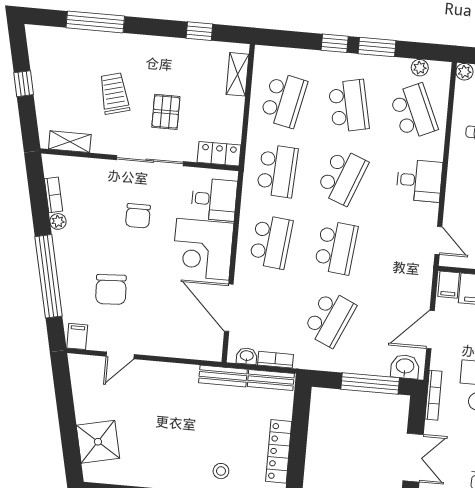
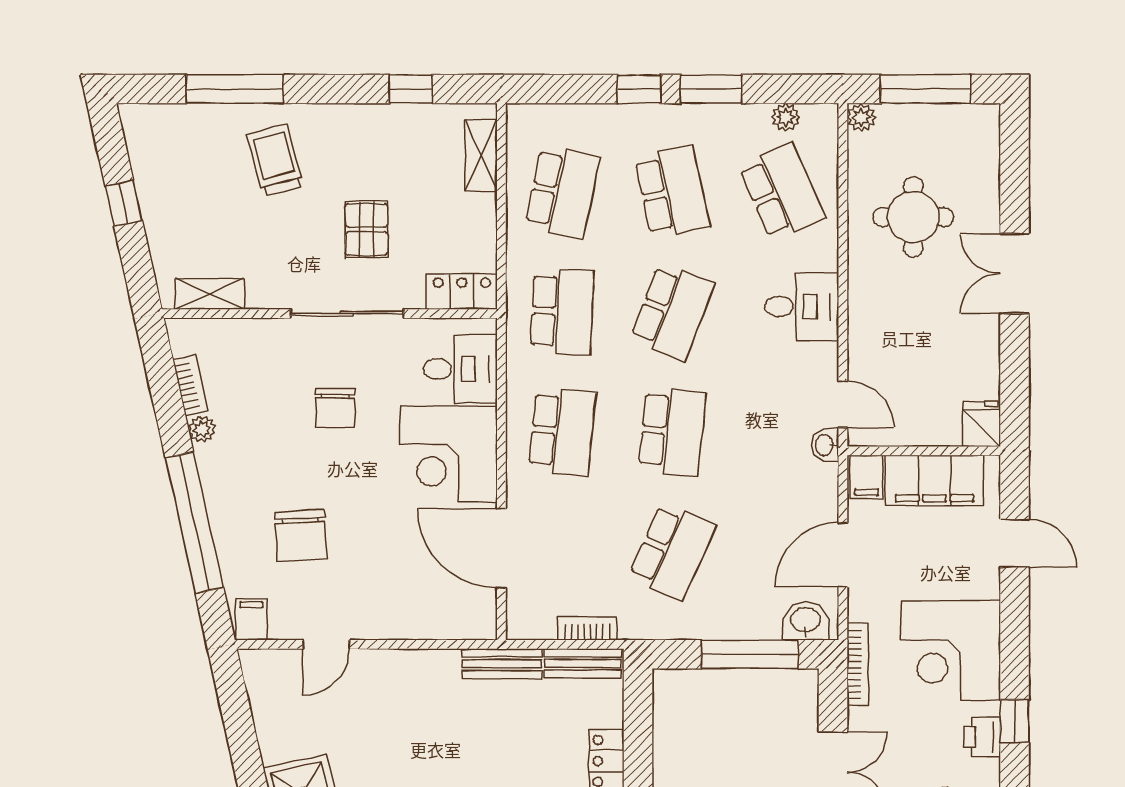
trolley: (114, 94) -> (275, 160), moved
washbasin: (247, 356) -> (825, 445), moved, turned -90

